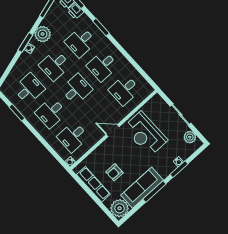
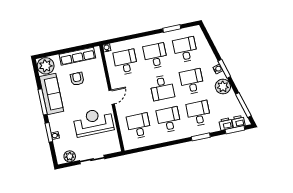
desk: (29, 89) -> (185, 50), turned 180

